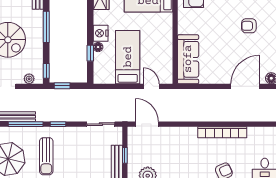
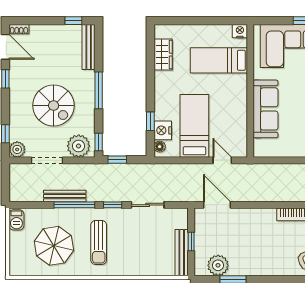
nightstand: (101, 33) -> (163, 130), moved
floor lamp: (98, 47) -> (160, 147), moved
sofa: (188, 59) -> (266, 109), moved
plant: (29, 79) -> (79, 146), width x1.87, depth x1.87
sliding door: (101, 124) -> (148, 205), moved

